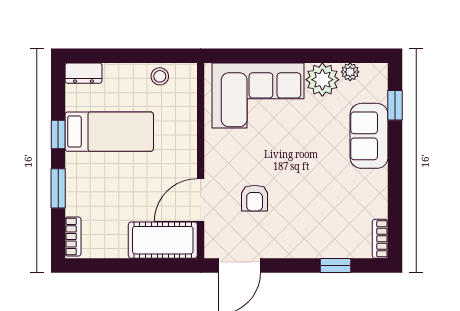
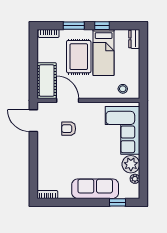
stool: (160, 76) -> (123, 89), moved
sofa: (369, 136) -> (95, 189), width x1.36
rug: (117, 179) -> (79, 57), added
window: (335, 265) -> (33, 171), removed

